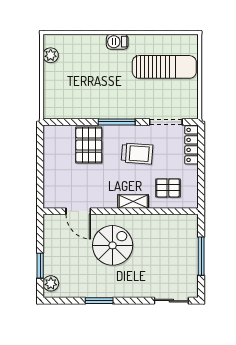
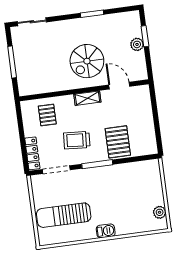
pallet: (168, 188) -> (47, 115), turned 90
shelving: (133, 201) -> (87, 98), moved
plant: (51, 283) -> (137, 44), moved

